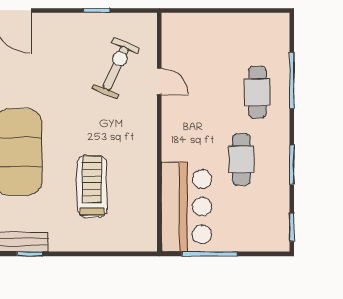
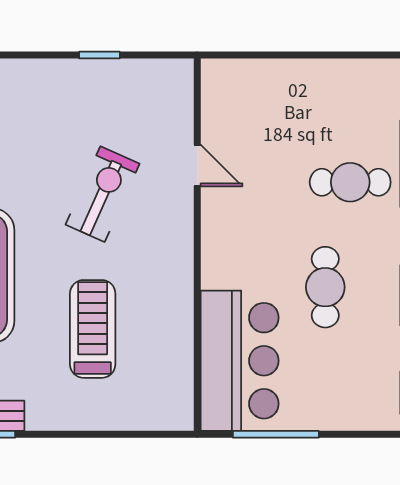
exercise bike: (116, 68) -> (103, 194), moved
cafe table: (257, 92) -> (350, 182), turned 90

